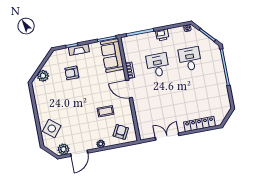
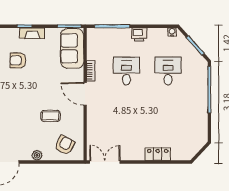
locker: (199, 124) -> (158, 154), width x0.66
double door: (167, 137) -> (105, 162), moved

